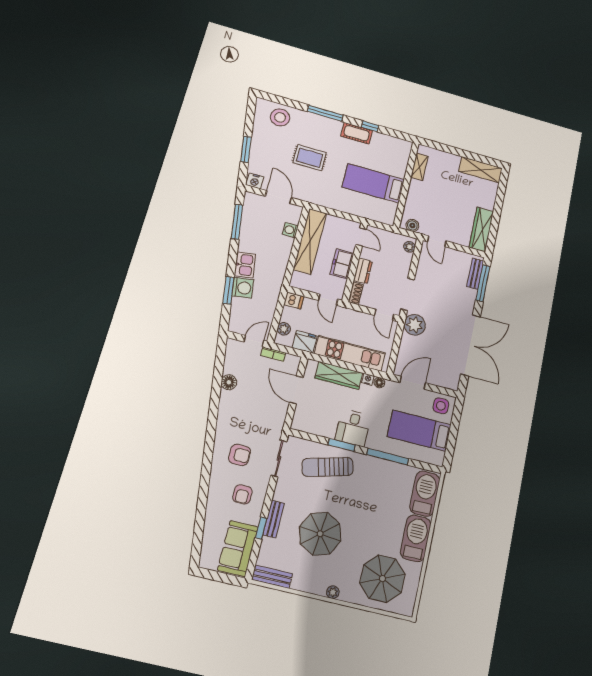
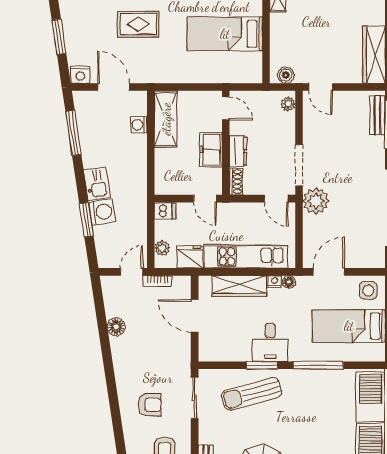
shelving: (310, 241) -> (166, 119), width x0.68

